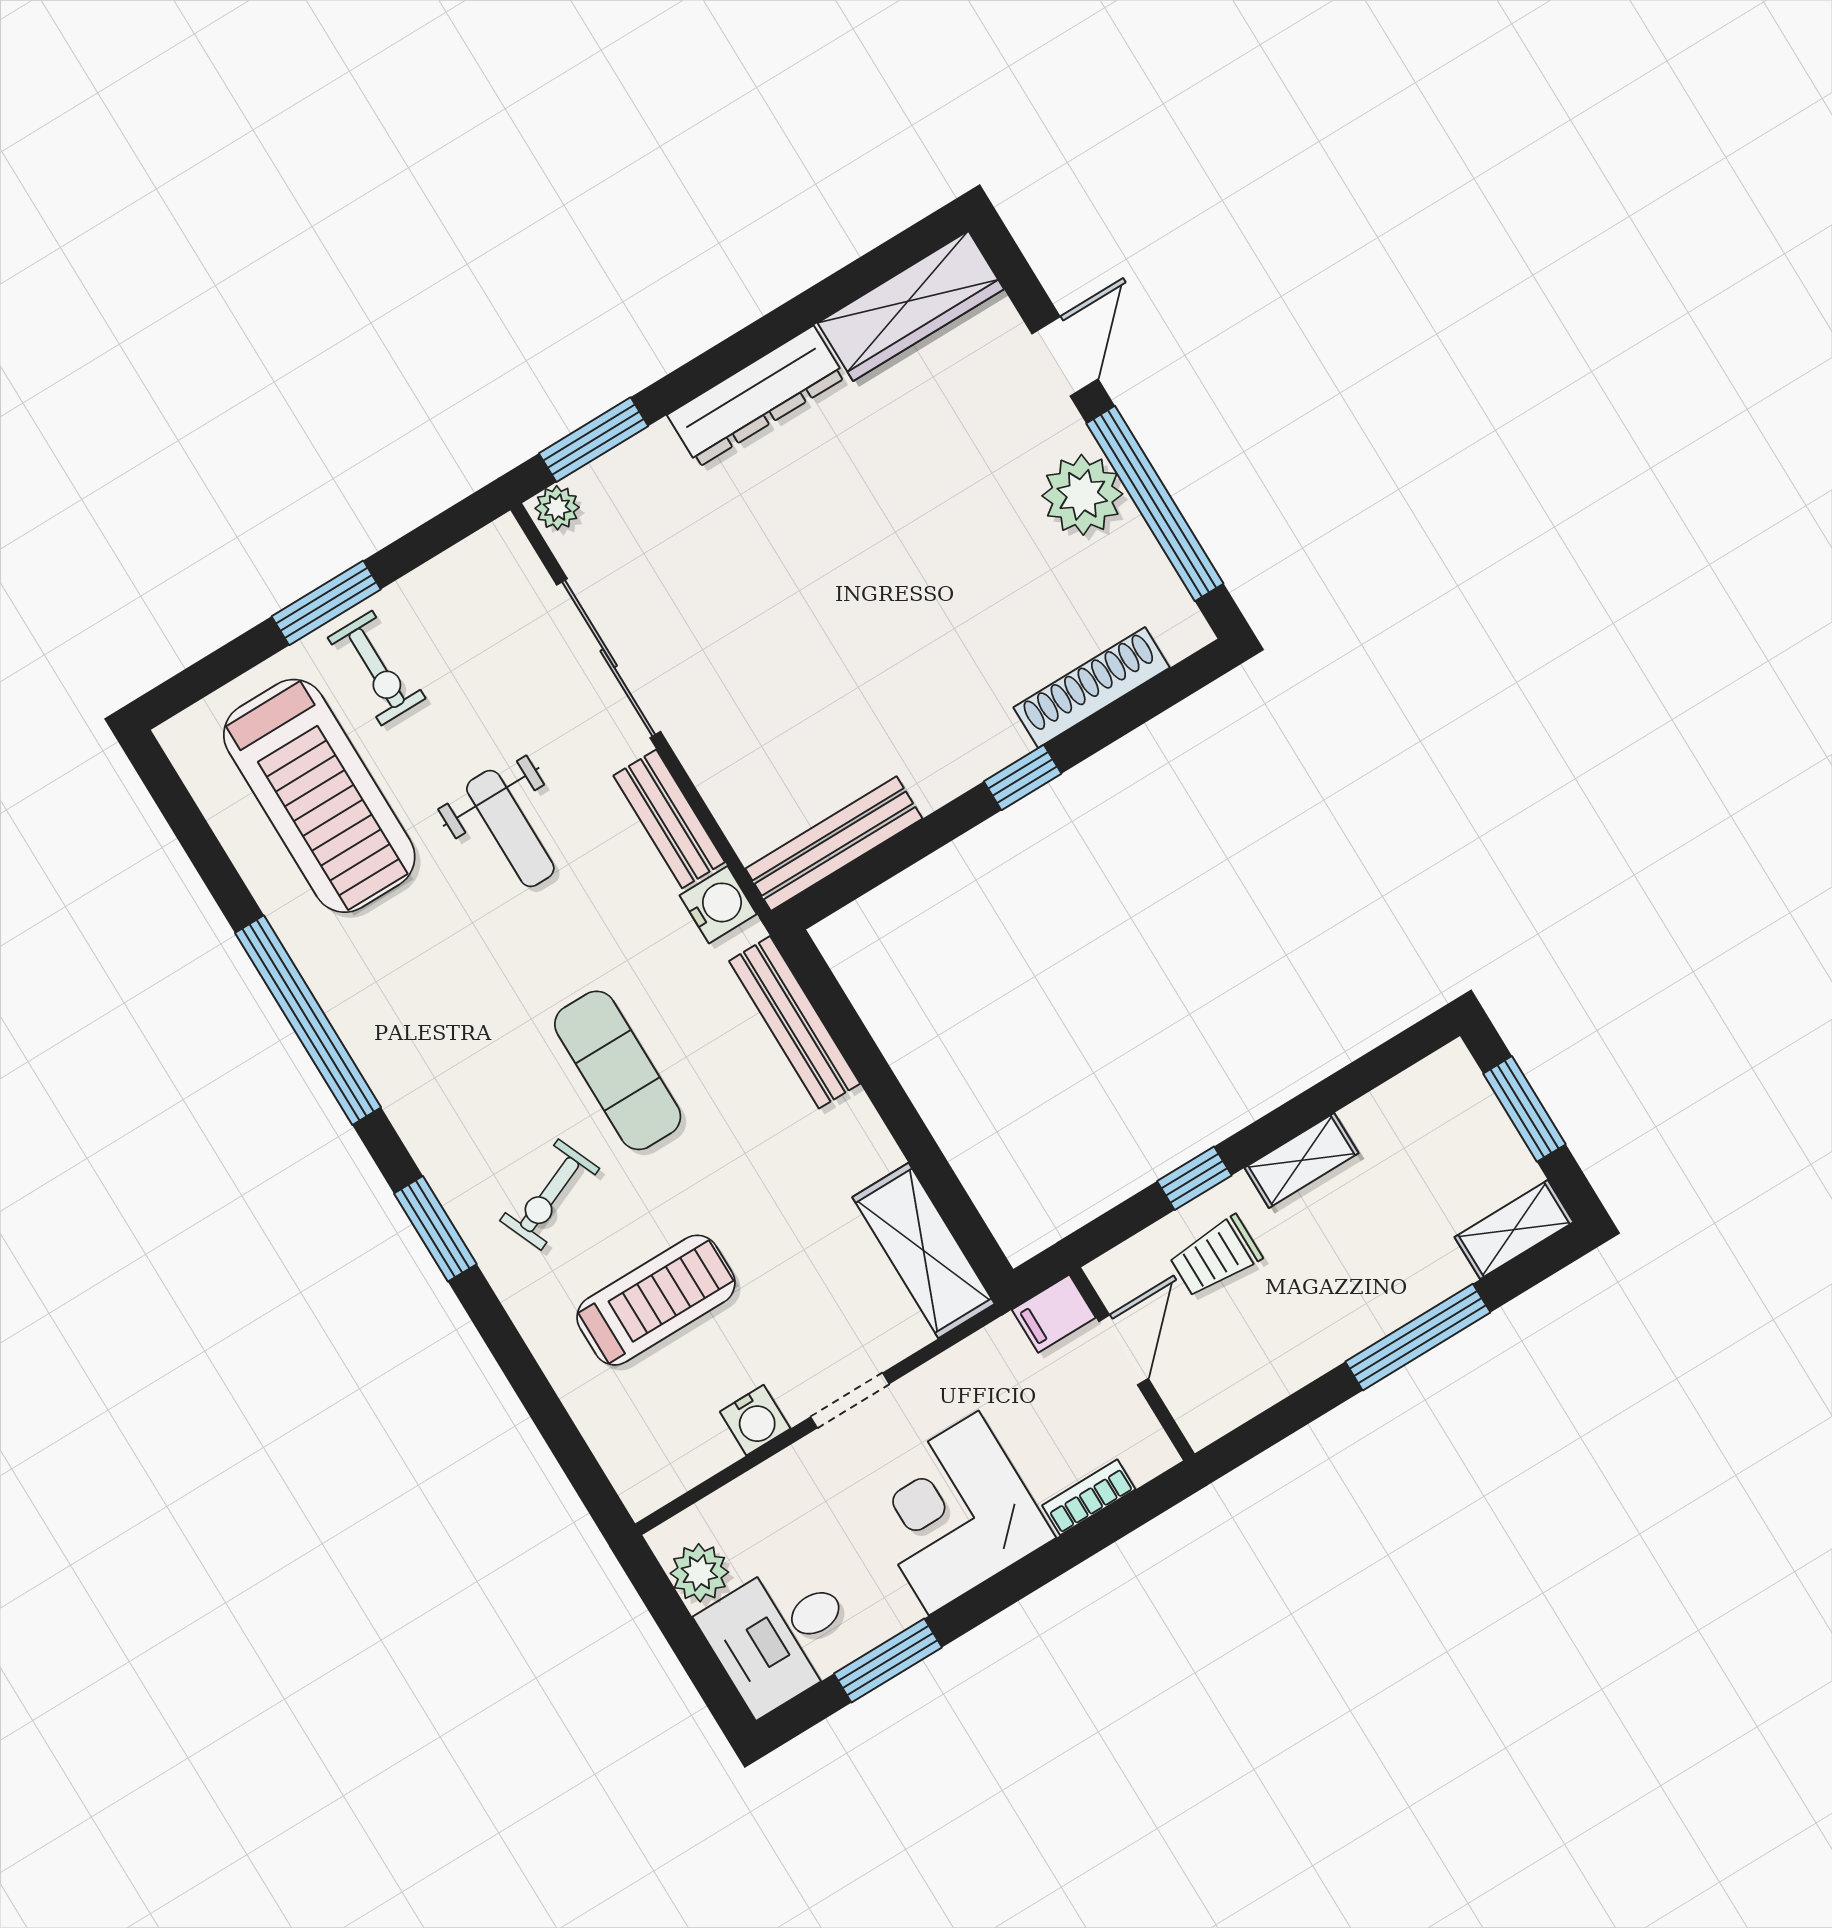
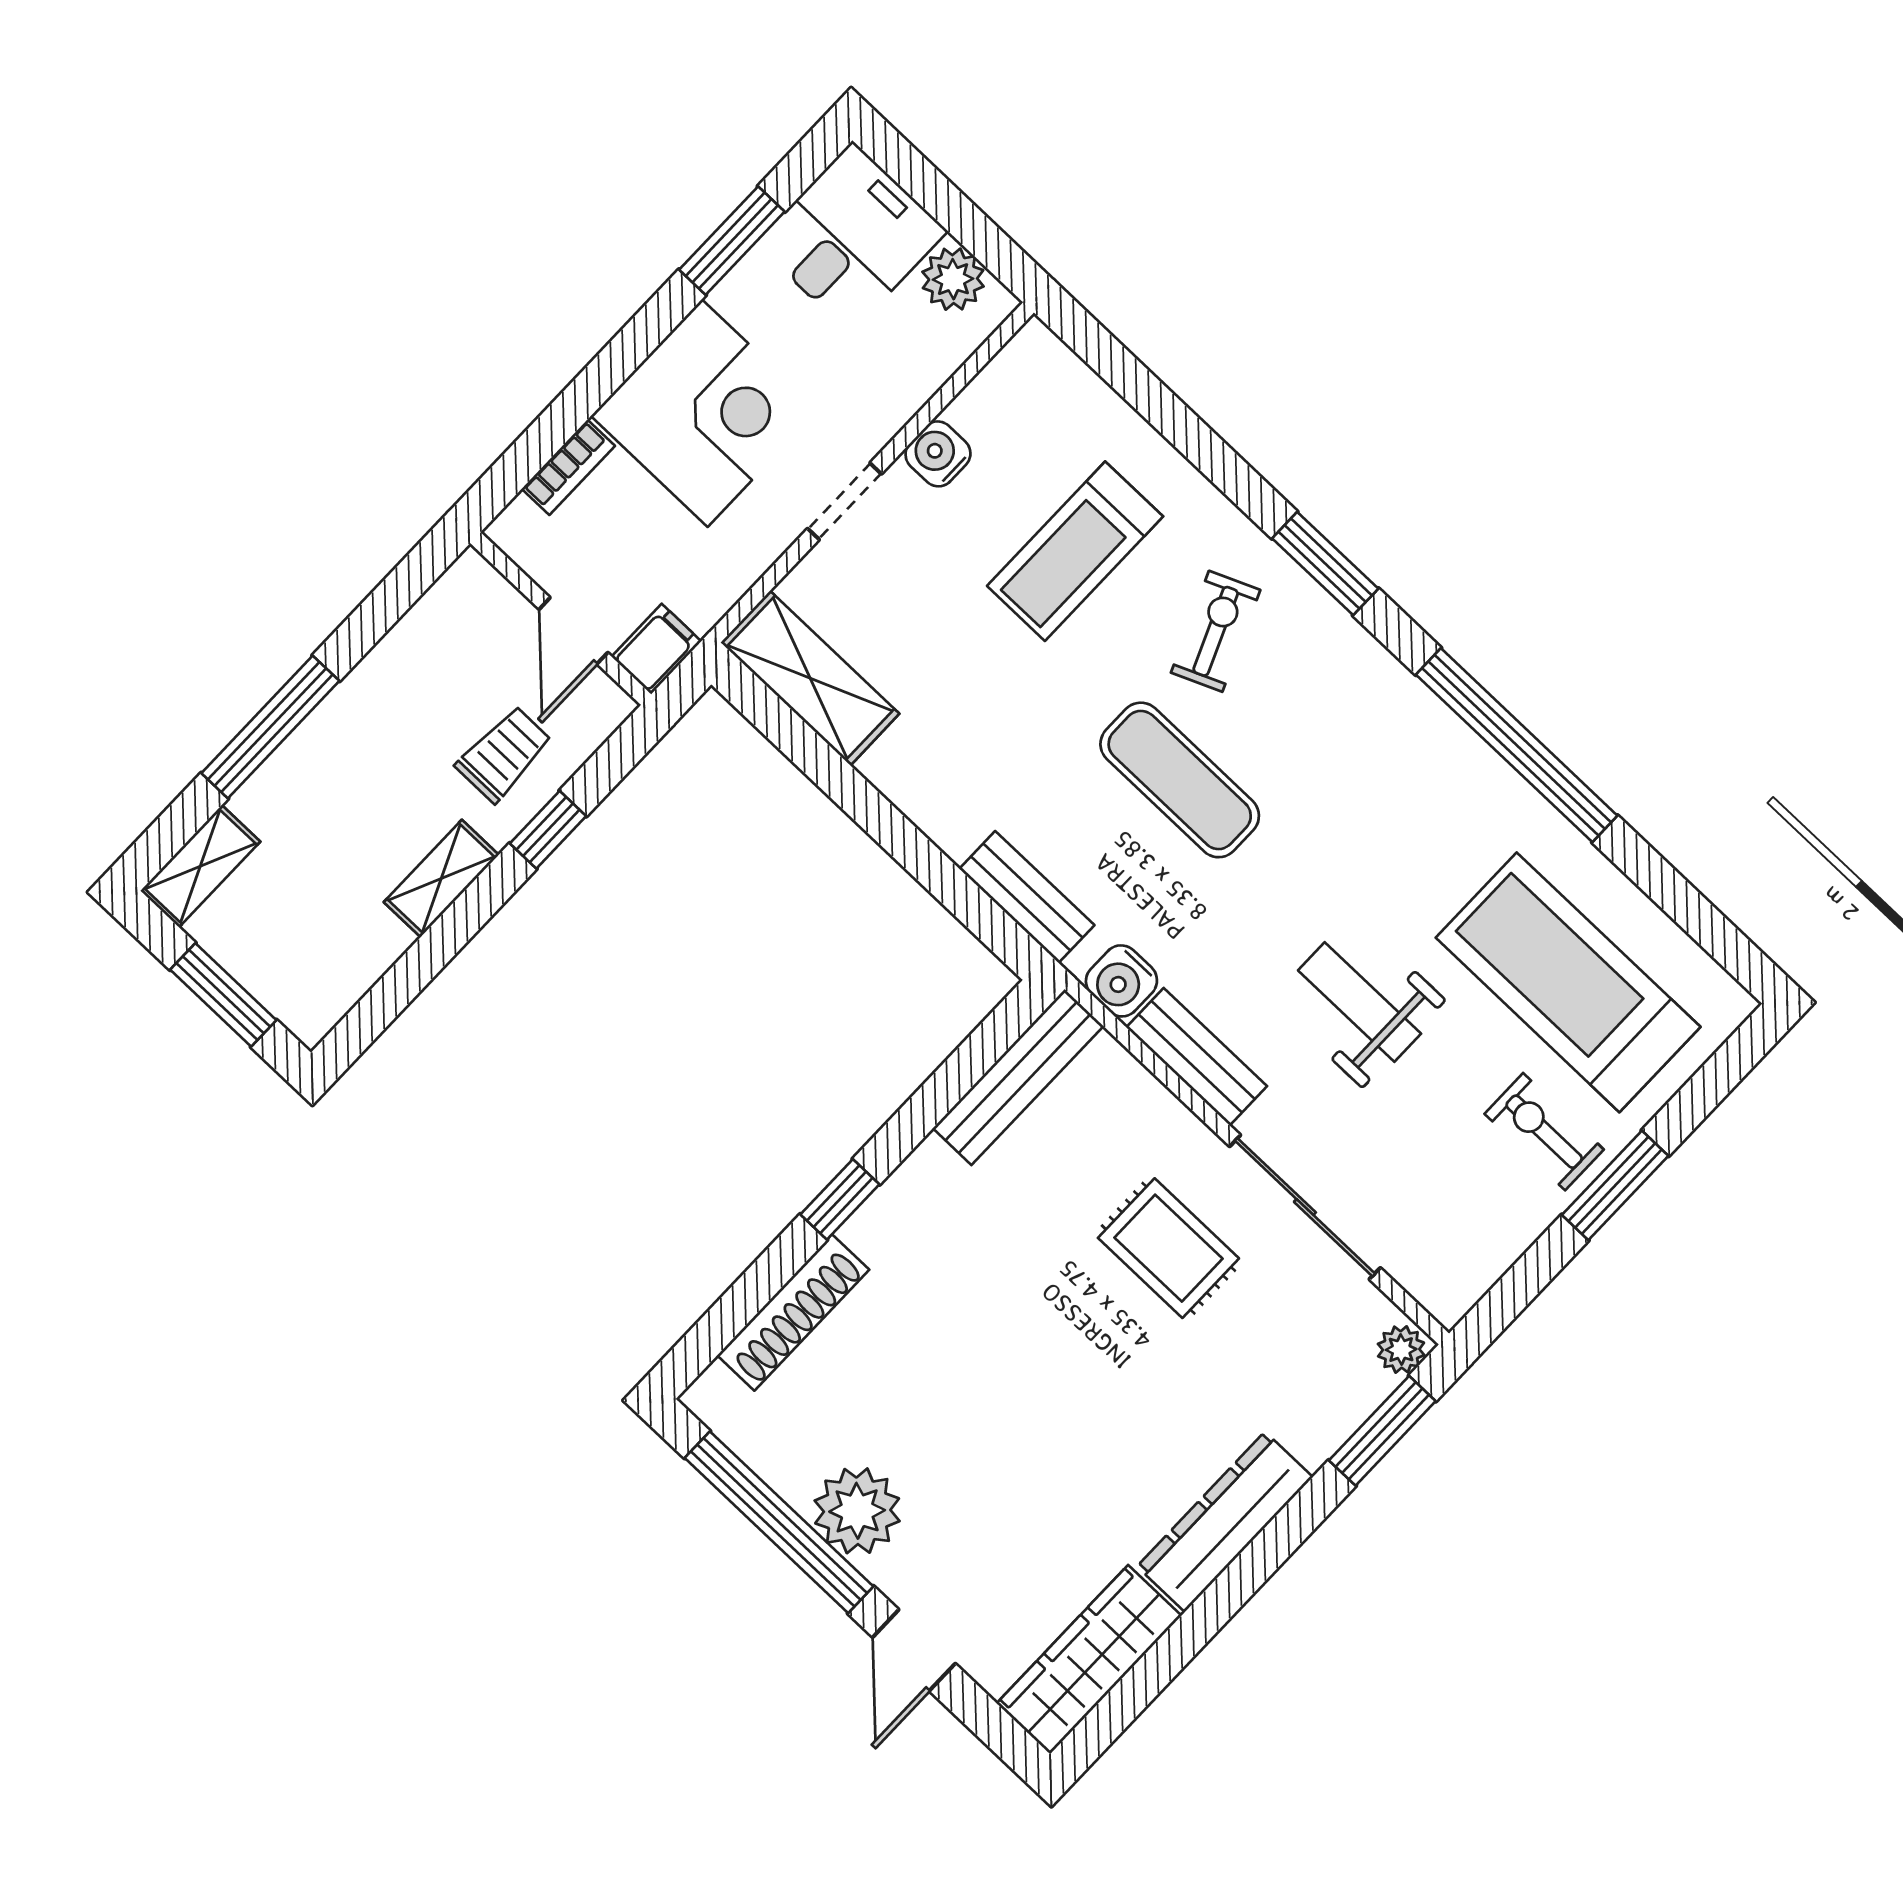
rug: (741, 655) -> (1168, 1248), added
bench: (795, 1022) -> (1027, 897), width x0.73

